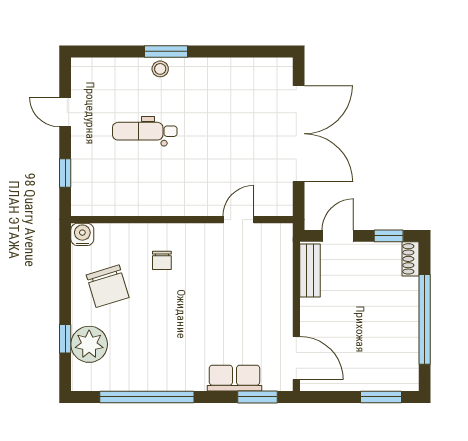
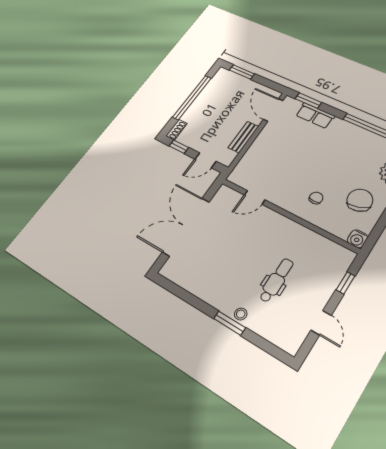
dental chair: (145, 131) -> (276, 280), turned -90
bench: (310, 271) -> (243, 137), moved

